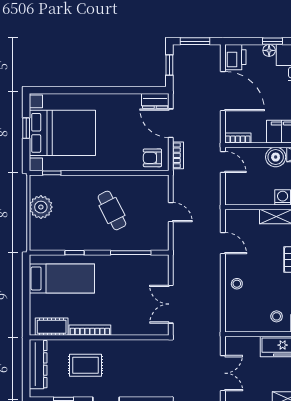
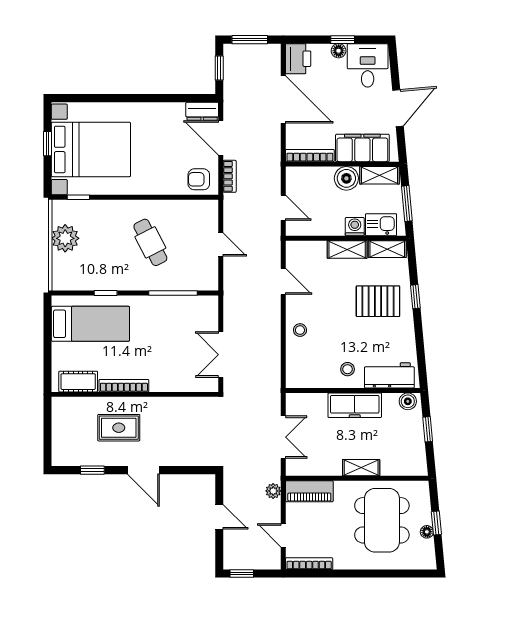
bookcase: (238, 138) -> (310, 156), width x1.56
door: (223, 162) -> (283, 208), moved
dresser: (38, 364) -> (62, 426), removed

